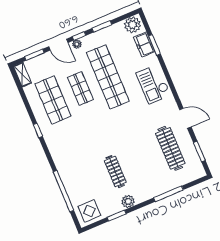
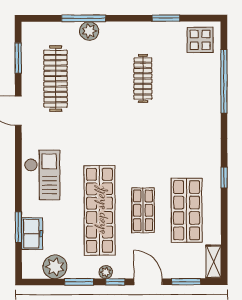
plant: (132, 25) -> (55, 267), moved
plant: (77, 44) -> (106, 272), moved
plant: (128, 201) -> (89, 31), moved

